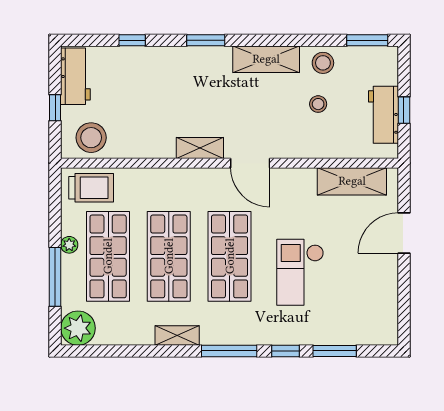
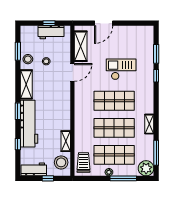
window: (367, 40) -> (18, 51), moved
workbench: (178, 65) -> (29, 124), added
shelving: (200, 148) -> (66, 141), moved
door: (250, 163) -> (72, 72), moved
door: (404, 233) -> (104, 23), hinge flipped
checkout: (300, 272) -> (121, 69), turned 180
window: (229, 351) -> (156, 153), moved

